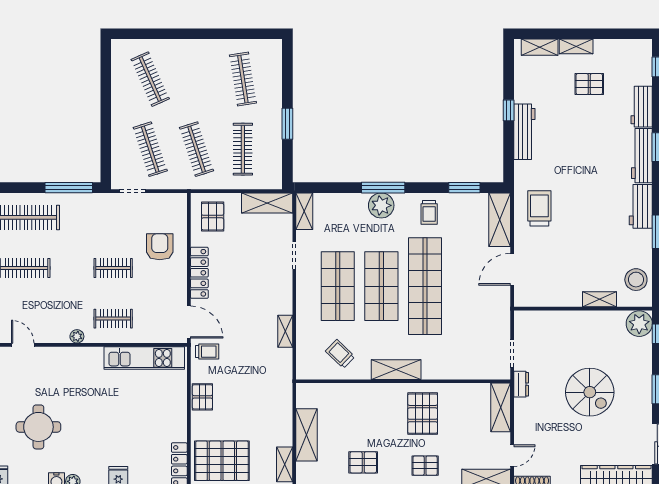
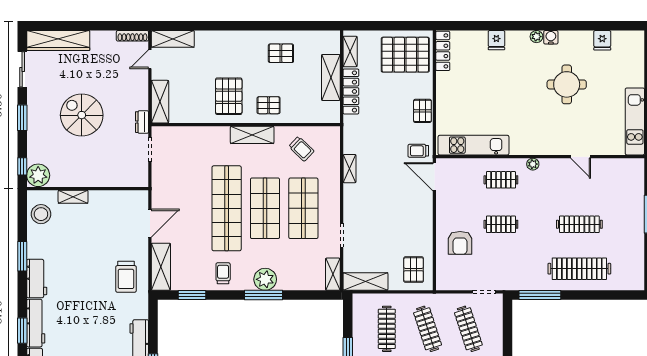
locker: (199, 273) -> (351, 91), moved, turned 180
pallet: (425, 466) -> (269, 105), moved

